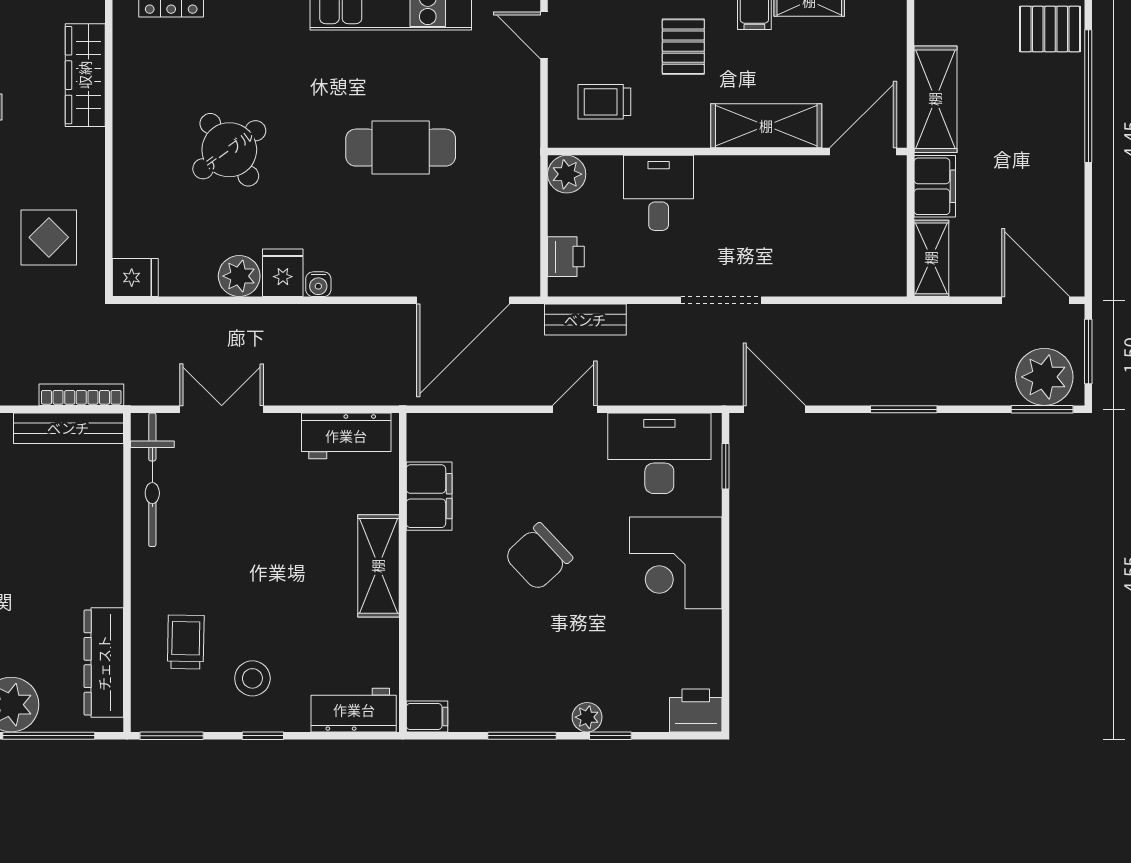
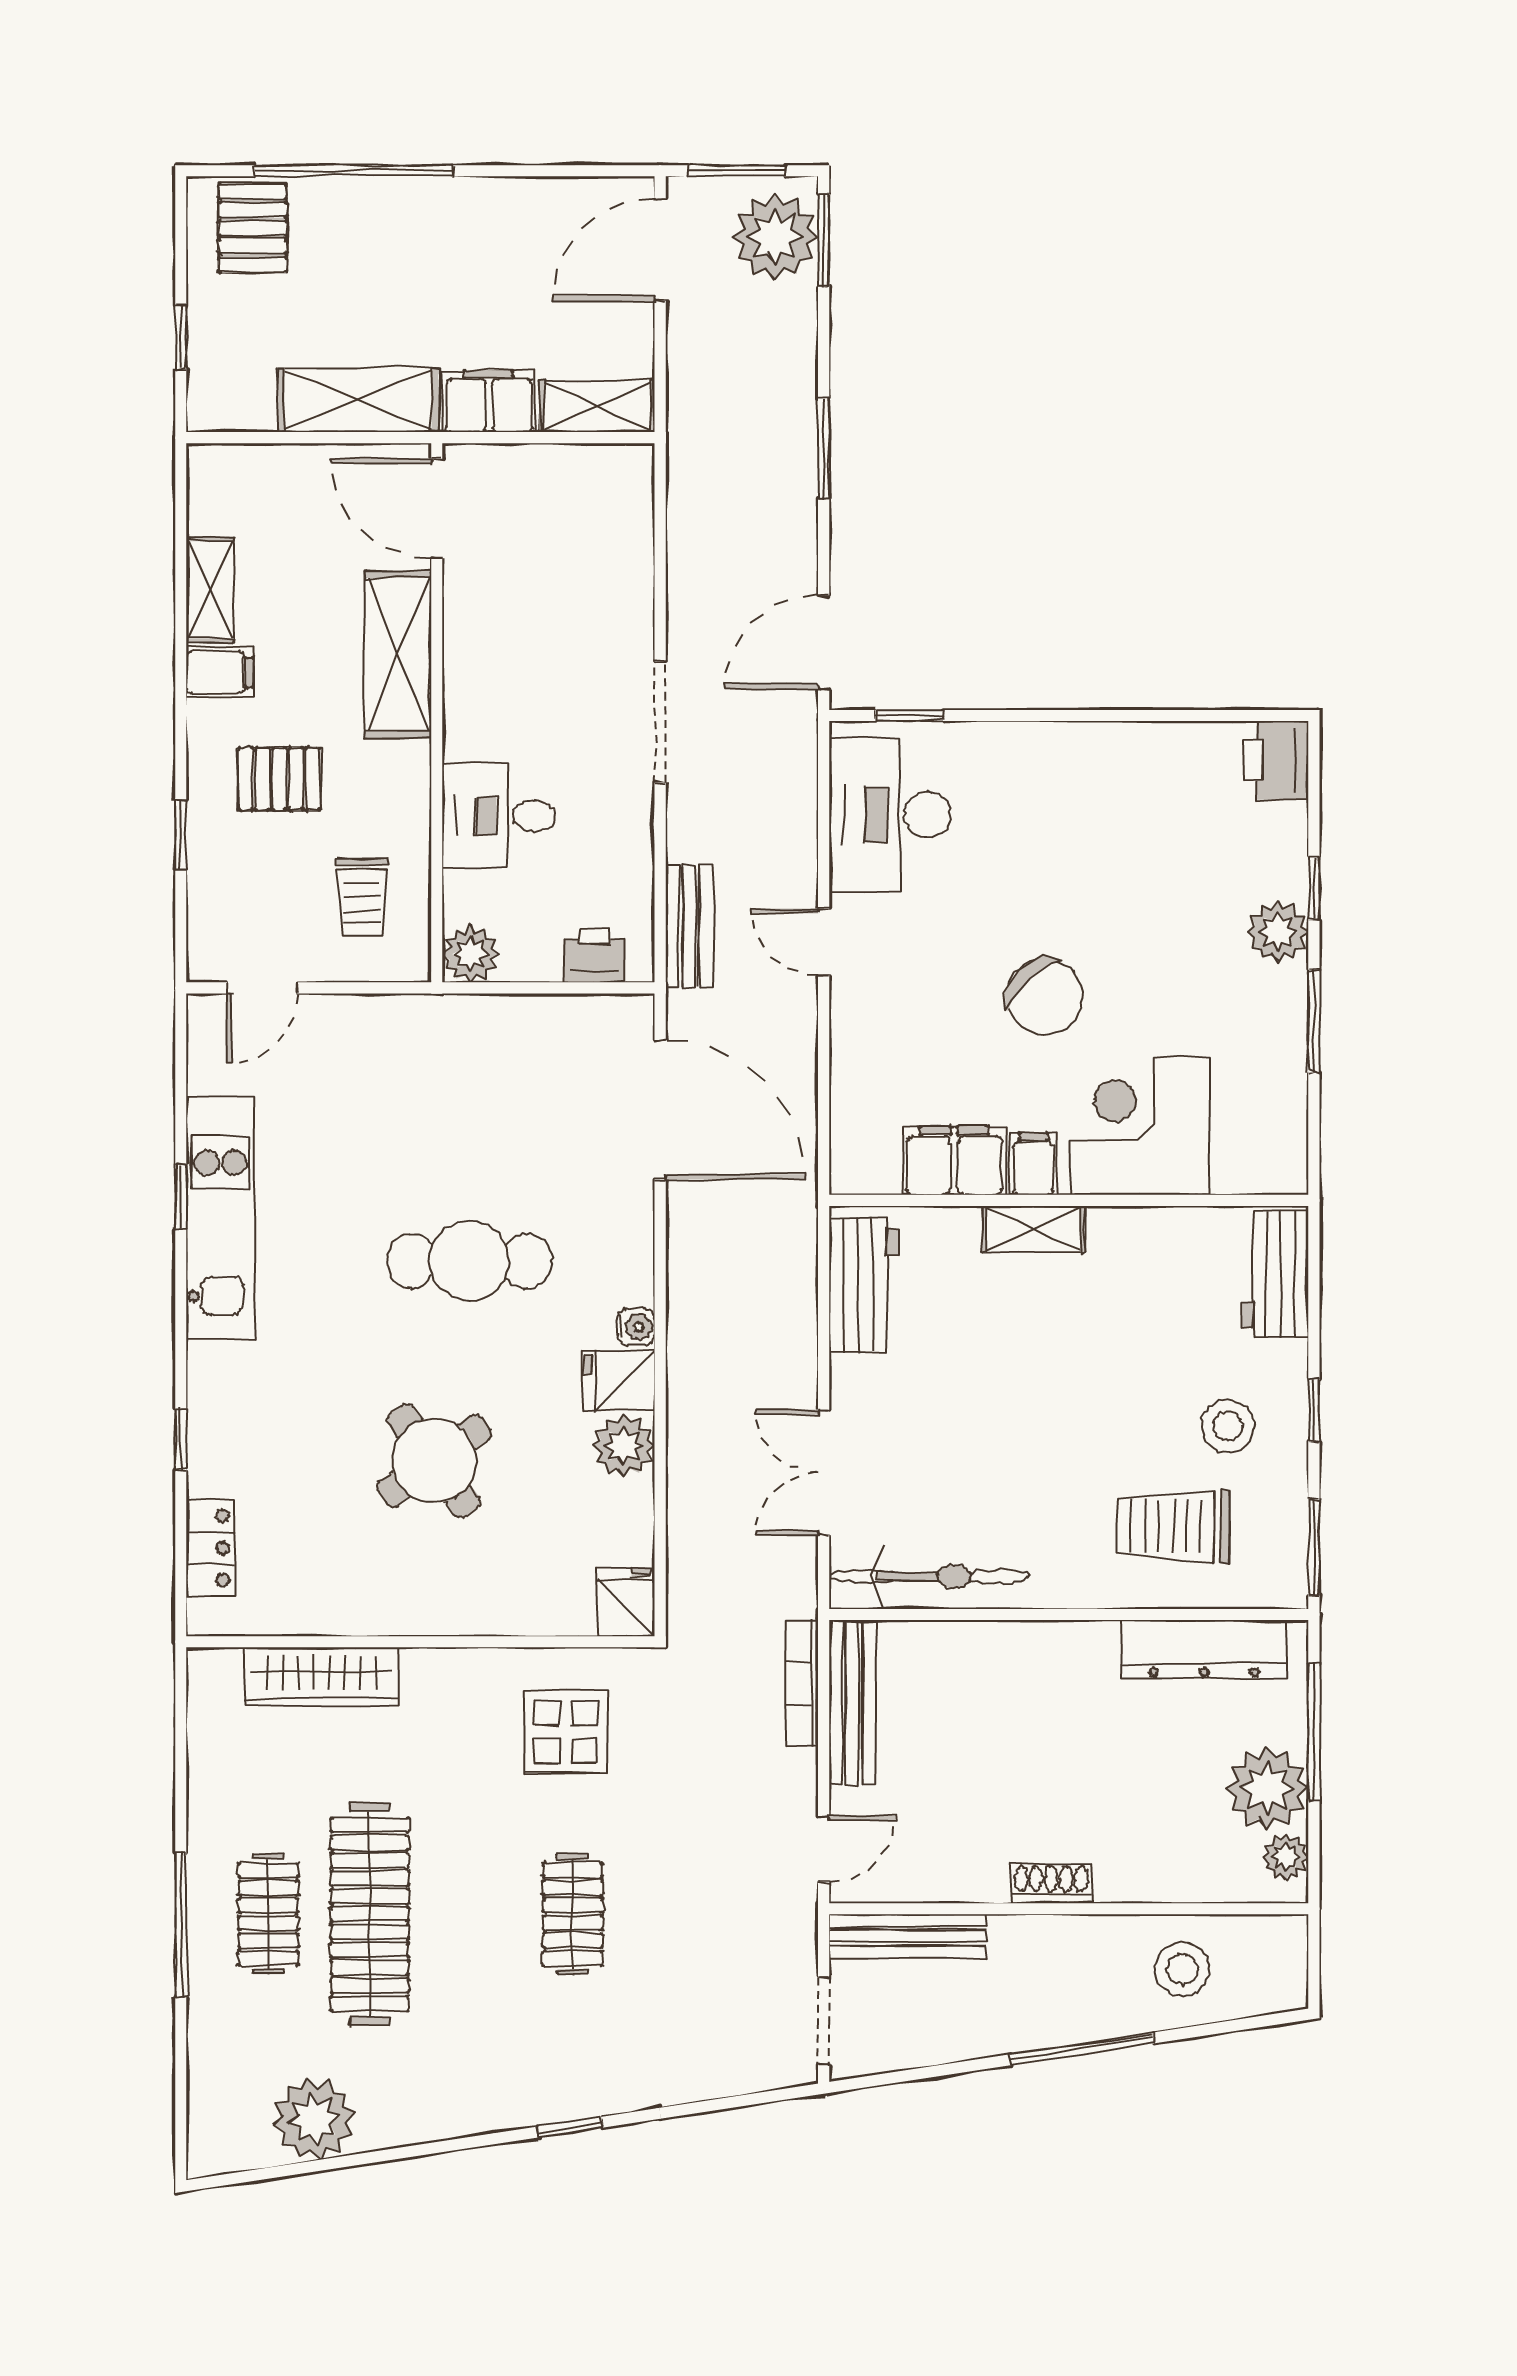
cafe table: (401, 148) -> (469, 1261), moved, turned 90
corner desk: (676, 563) -> (1140, 1126), moved, turned 180
shelving: (378, 566) -> (1033, 1229), width x0.67, depth x0.75
trolley: (186, 642) -> (1173, 1526), width x1.36, depth x1.39
filing cabinet: (427, 716) -> (1033, 1164), moved
plant: (587, 717) -> (1278, 932), width x1.38, depth x1.38

